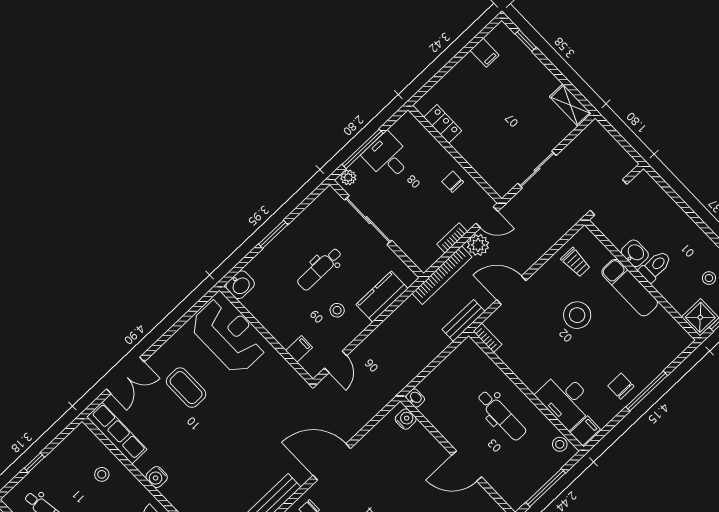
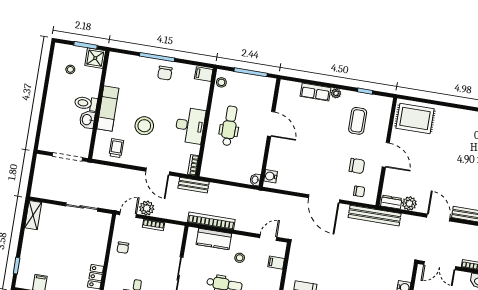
door: (487, 217) -> (128, 215), hinge flipped
bookcase: (442, 275) -> (211, 221), moved
desk: (566, 399) -> (190, 126), moved

